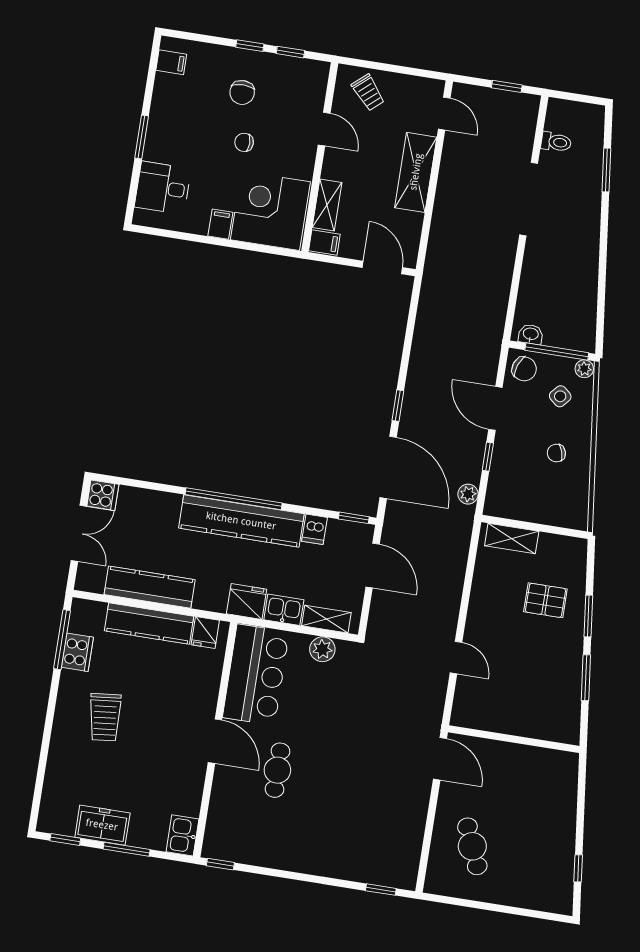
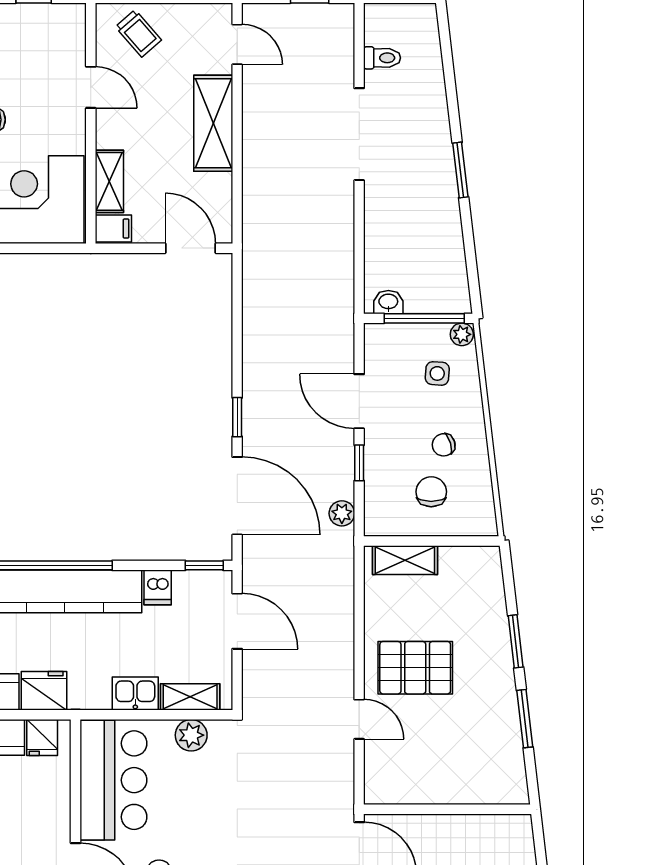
window: (606, 170) -> (460, 170), moved
chair: (524, 369) -> (431, 492), moved, turned -110
side table: (560, 396) -> (437, 373), turned -37
pallet: (545, 600) -> (415, 668), moved, width x1.50, depth x1.42
fridge: (247, 602) -> (44, 691), moved

